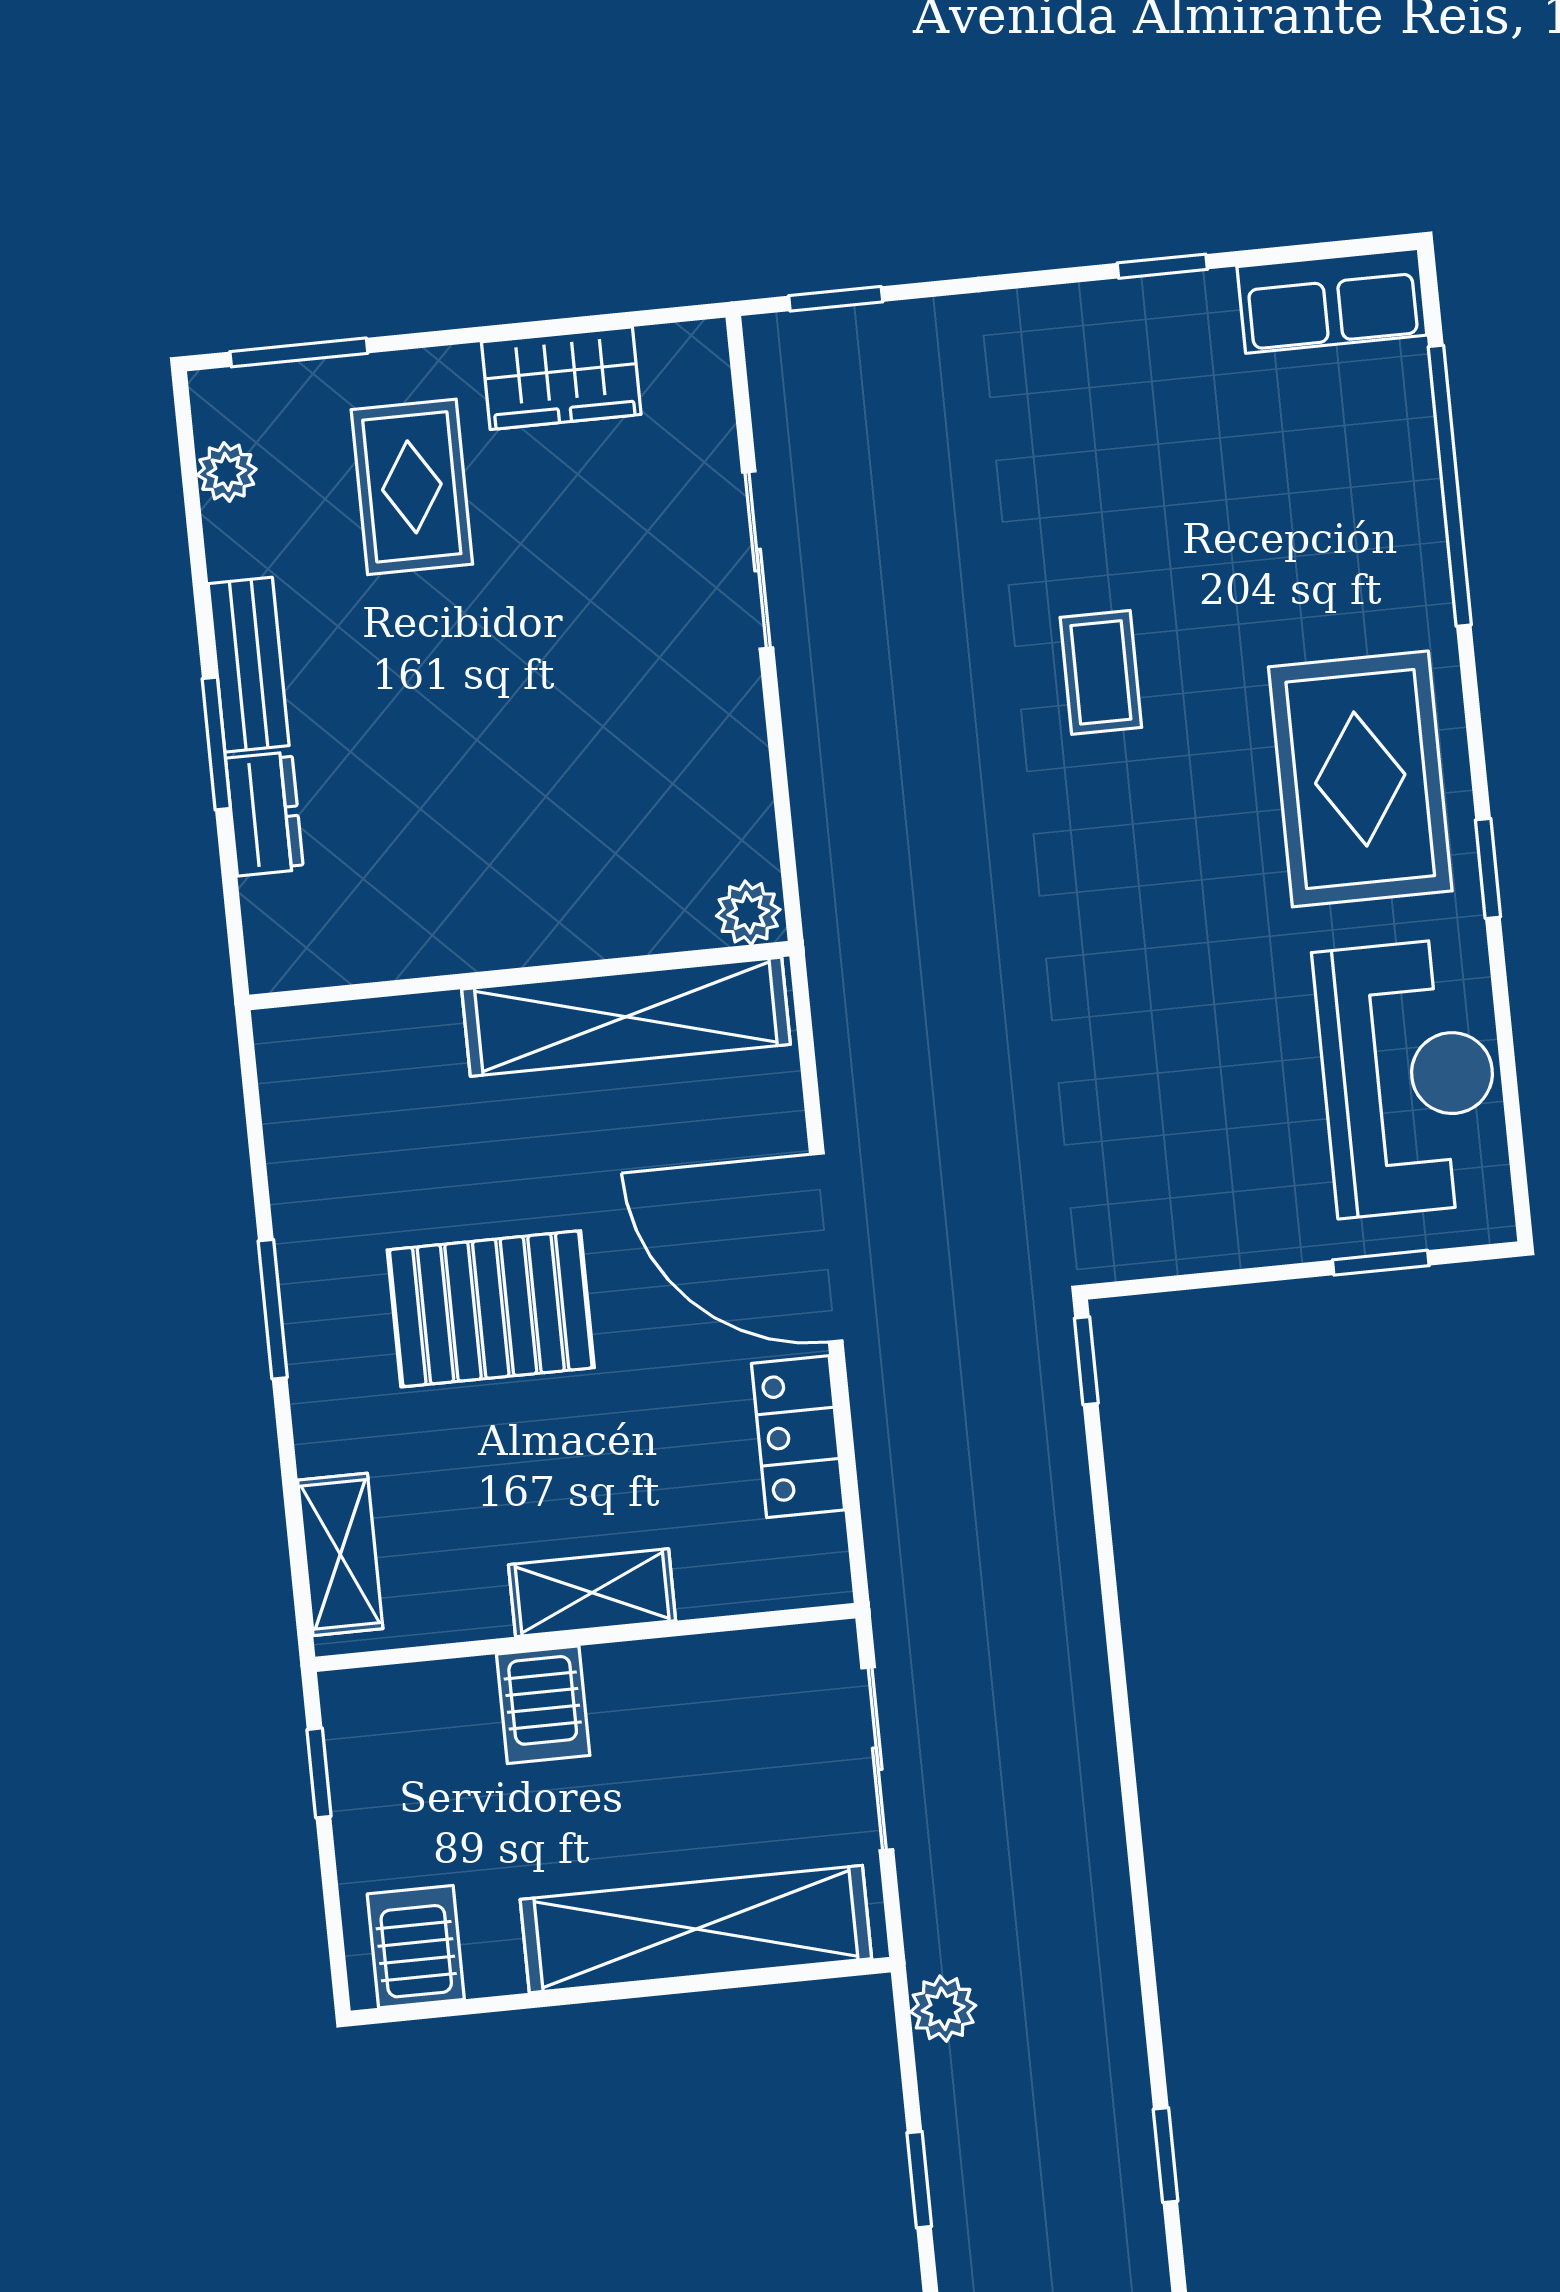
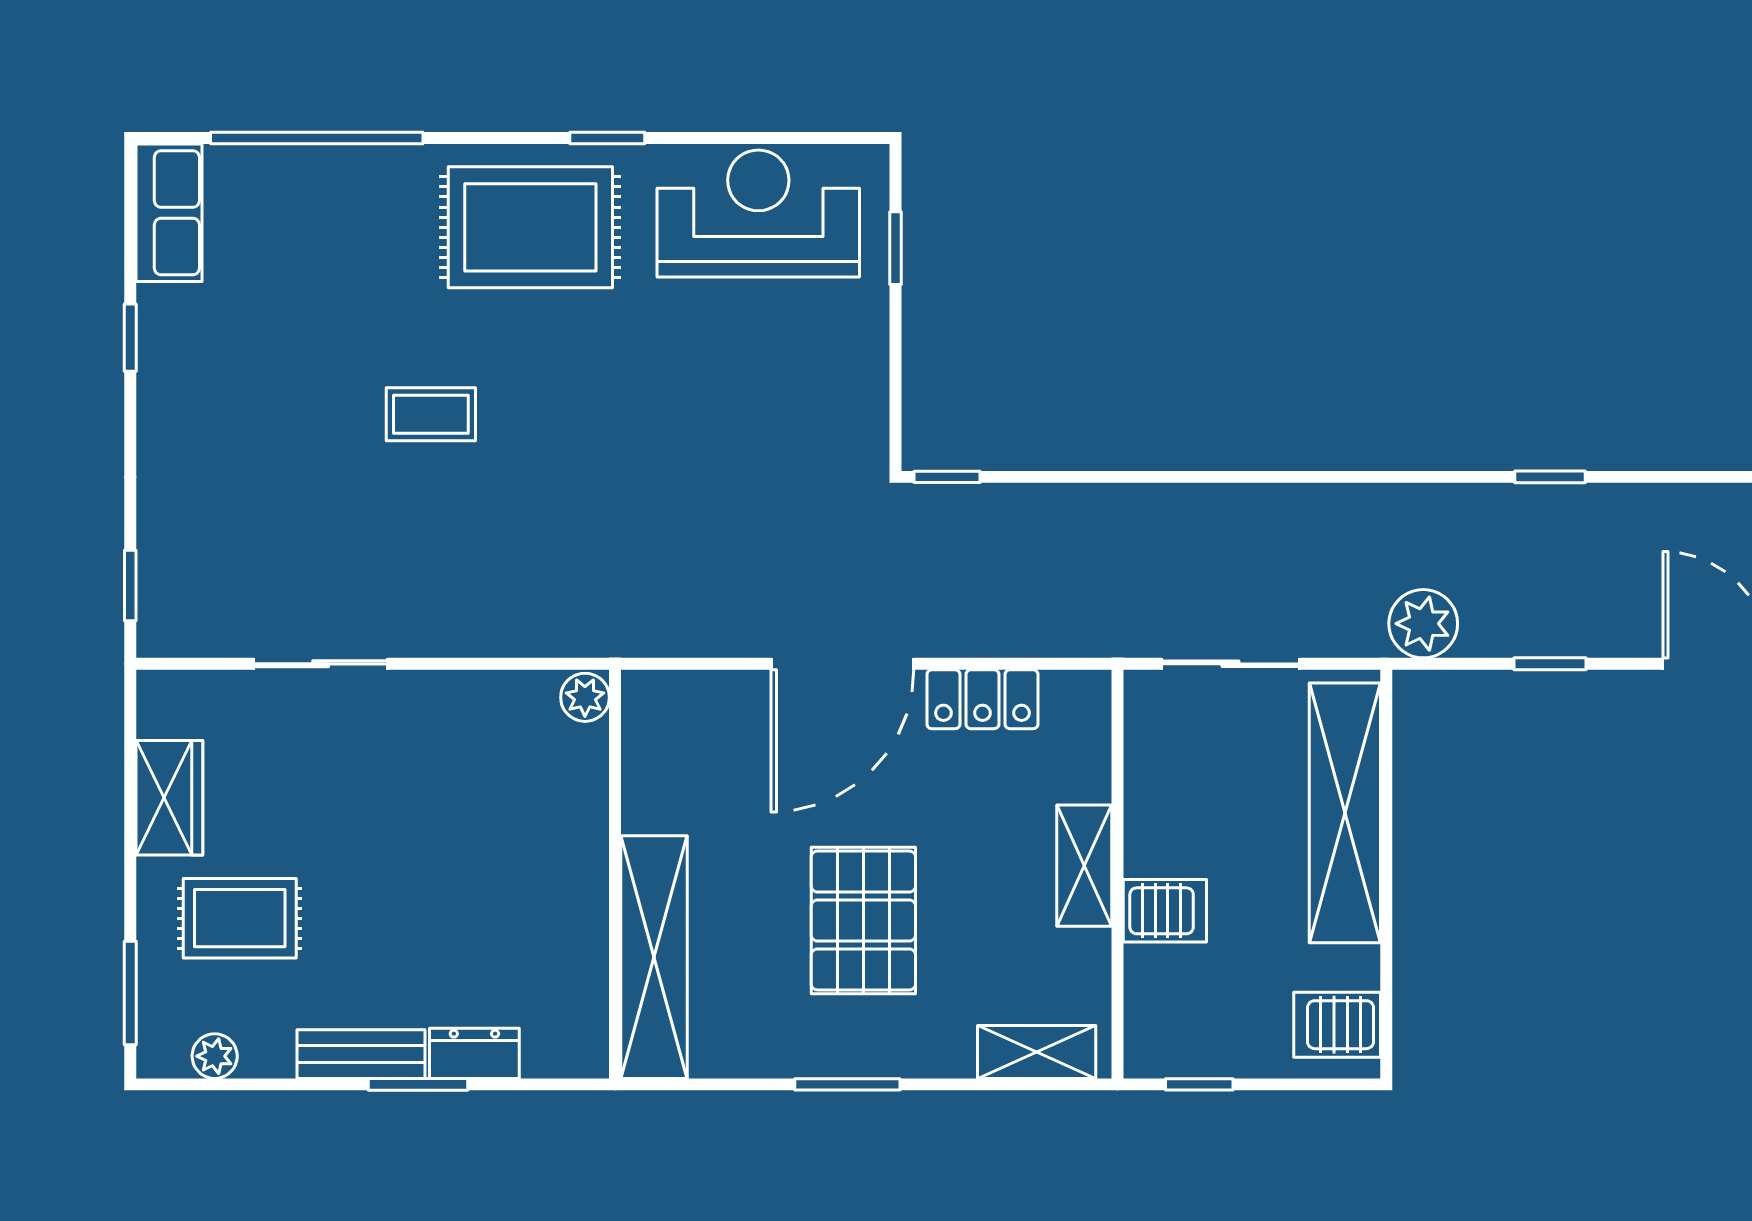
shelving: (626, 1017) -> (654, 957), moved
plant: (943, 2009) -> (1423, 624), width x1.38, depth x1.38

